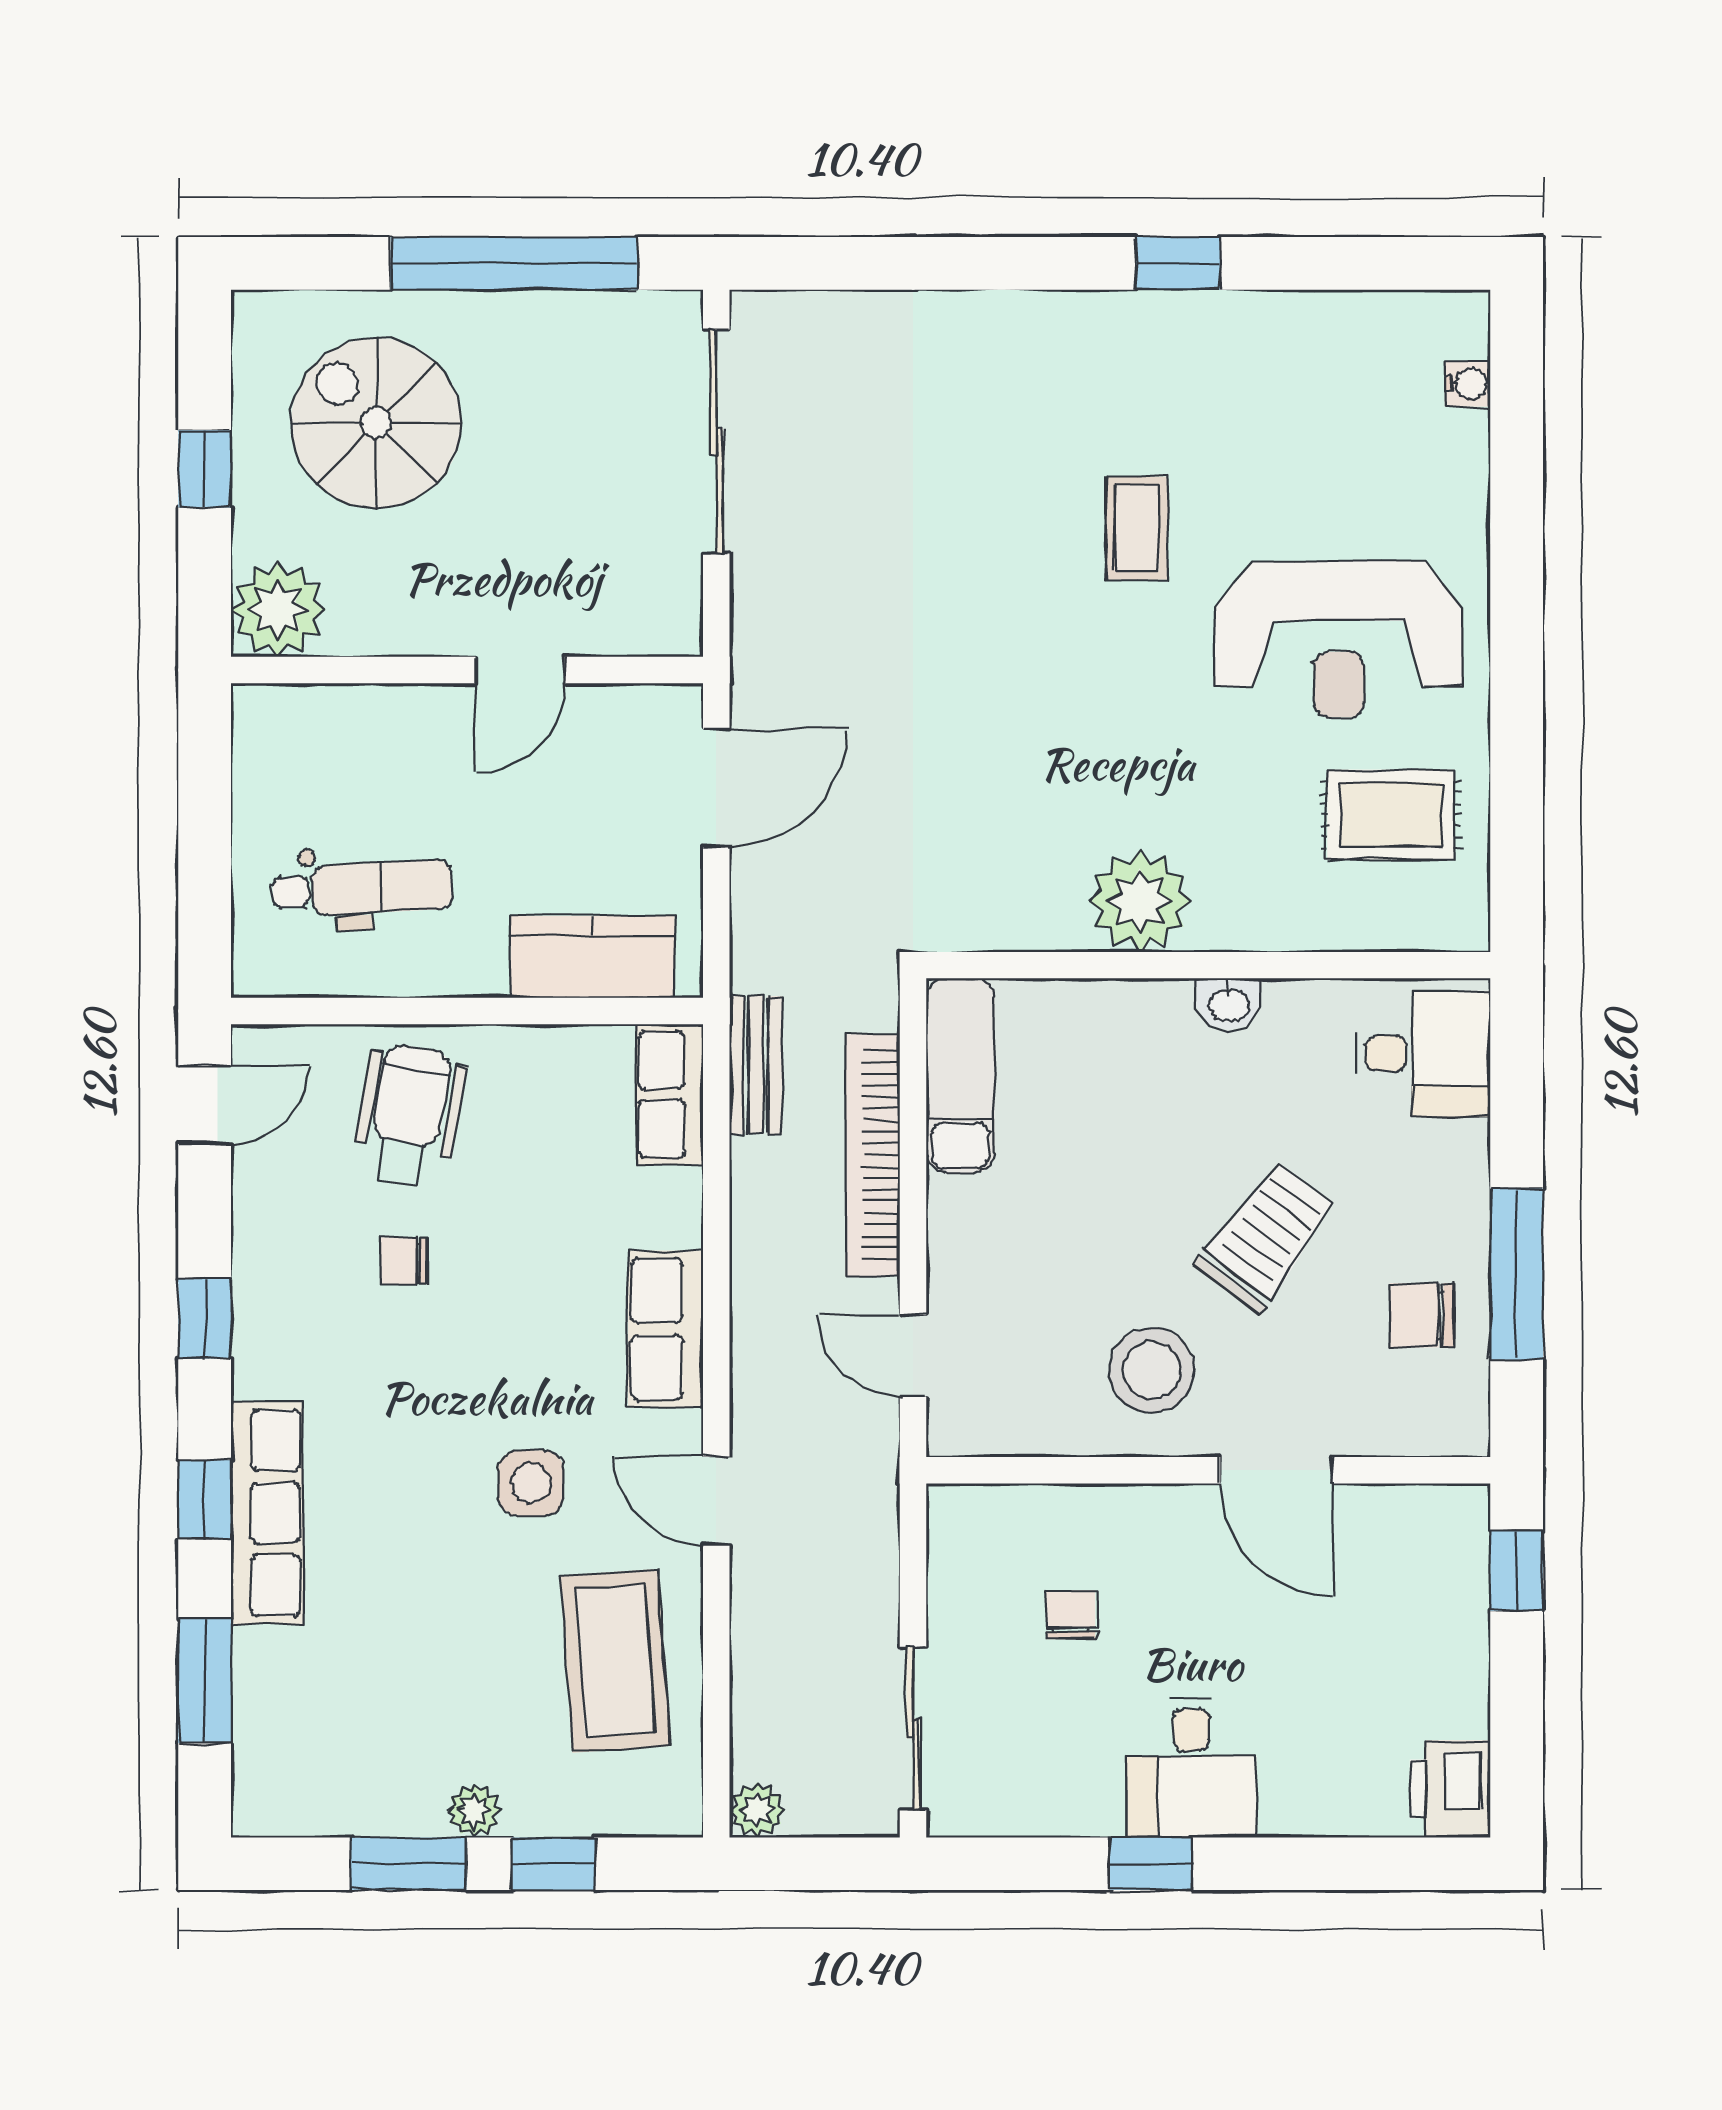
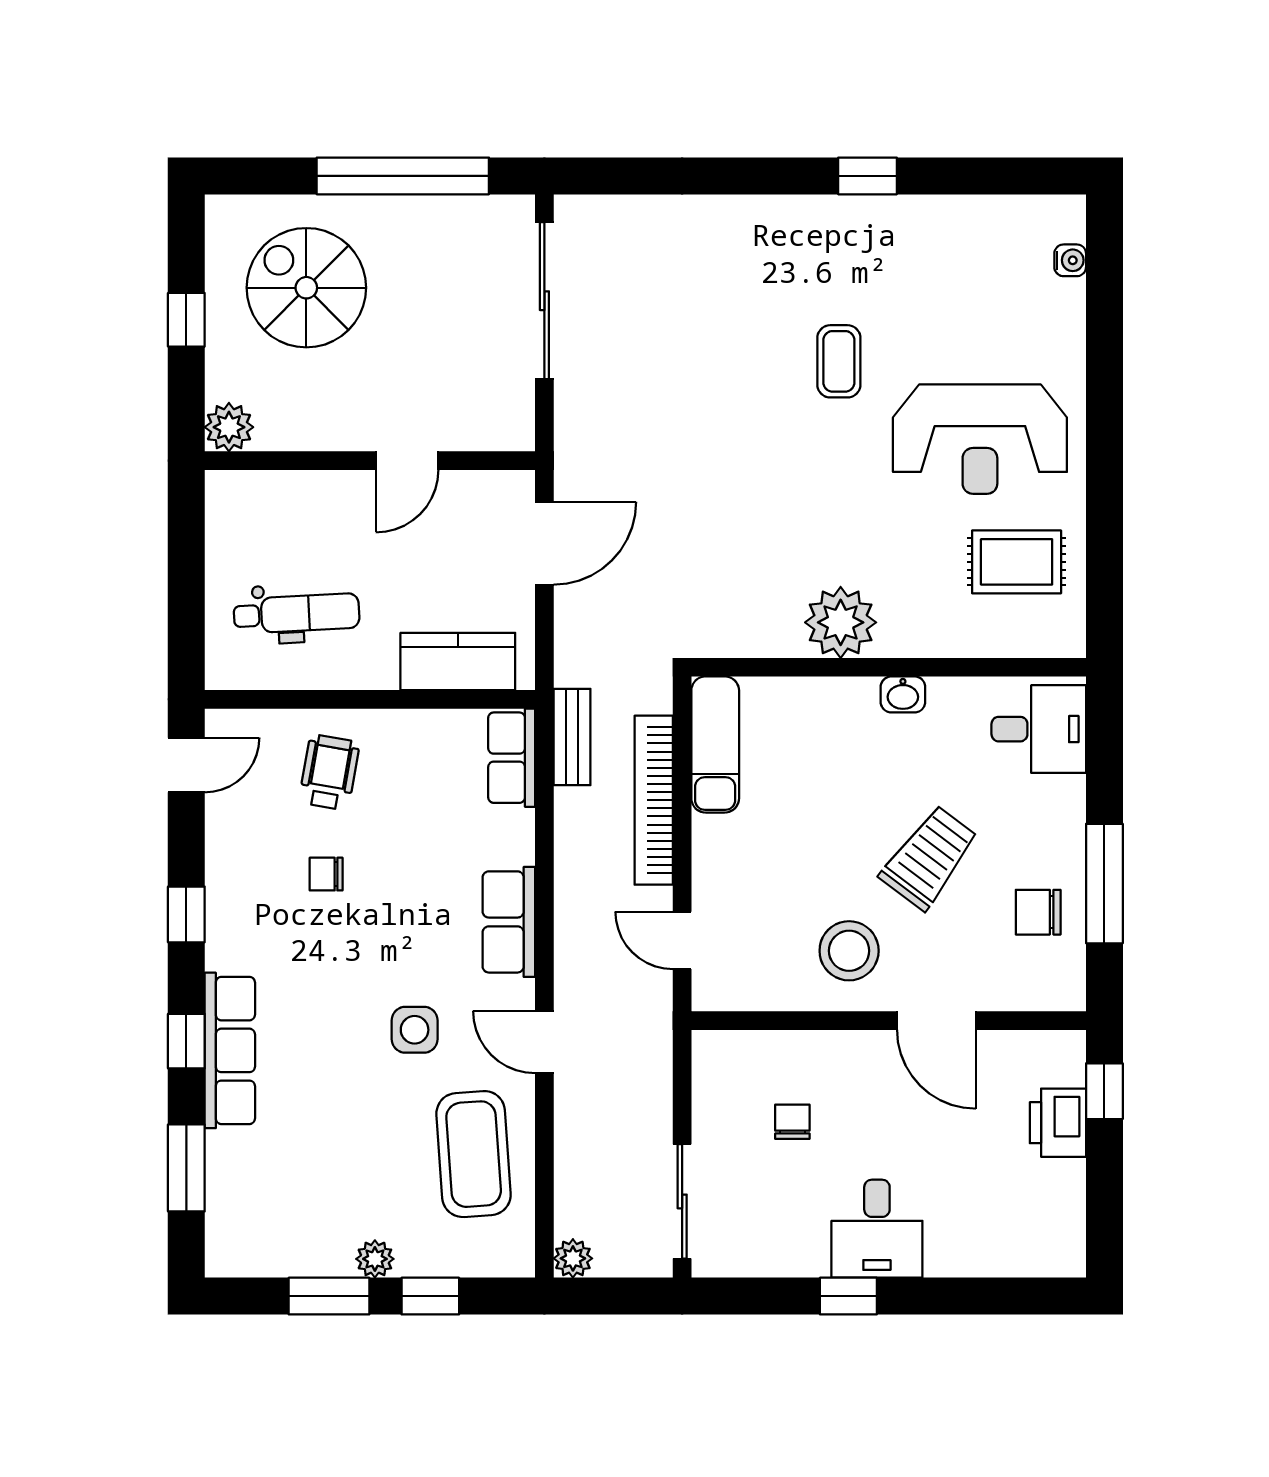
plant: (278, 609) -> (229, 427), width x0.73, depth x0.73
wheelchair: (409, 1115) -> (329, 772), width x0.73, depth x0.73
printer: (1450, 1789) -> (1058, 1123), moved

